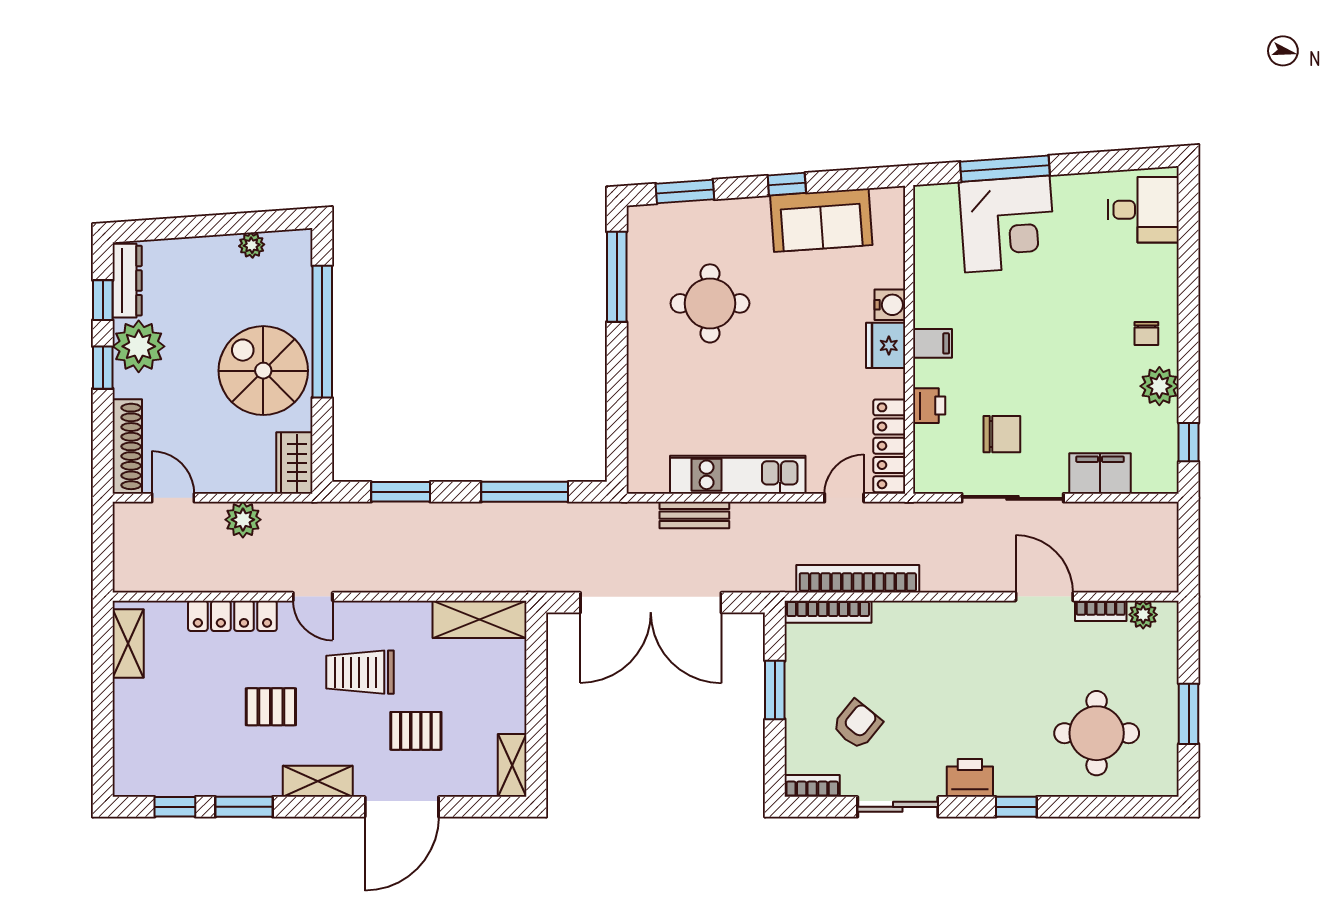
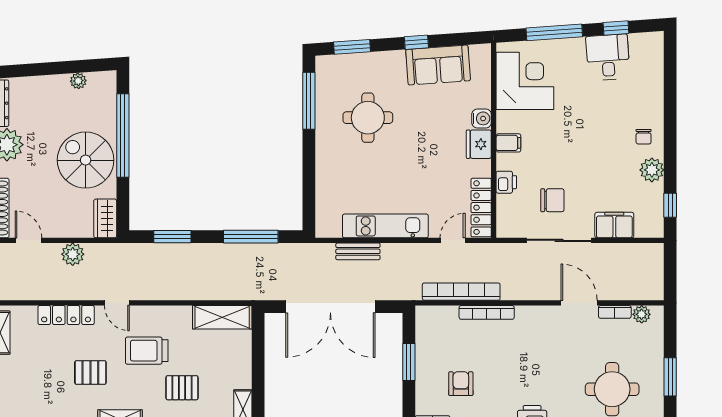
window: (1103, 162) -> (616, 28), added
desk: (1143, 210) -> (608, 57), moved, turned -94
corner desk: (1007, 224) -> (525, 81), moved, turned -86
bookcase: (828, 612) -> (487, 312), moved
armchair: (857, 724) -> (461, 384), turned -39

